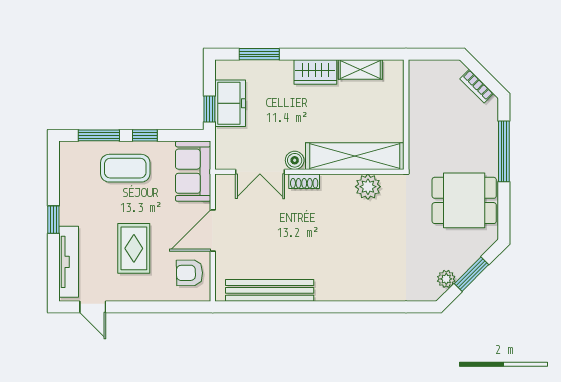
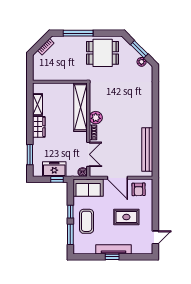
boiler: (295, 160) -> (83, 172), moved
plant: (368, 187) -> (96, 118), moved
dining table: (464, 200) -> (103, 53), turned 90
tv unit: (69, 262) -> (113, 249), moved

